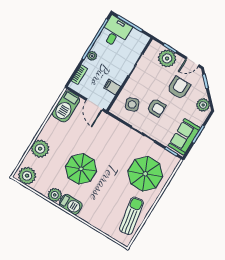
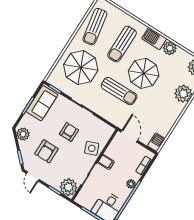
plant: (167, 58) -> (69, 187), moved
door: (192, 62) -> (33, 176), swing flipped
filing cabinet: (112, 87) -> (106, 162), moved
side table: (132, 105) -> (92, 148), moved
barbecue: (66, 106) -> (156, 142), width x0.53, depth x0.65
armchair: (156, 108) -> (69, 132), turned 90
sun lounger: (106, 150) -> (119, 91), added
sun lounger: (103, 198) -> (122, 44), added

